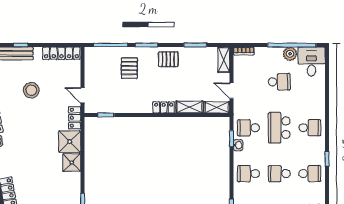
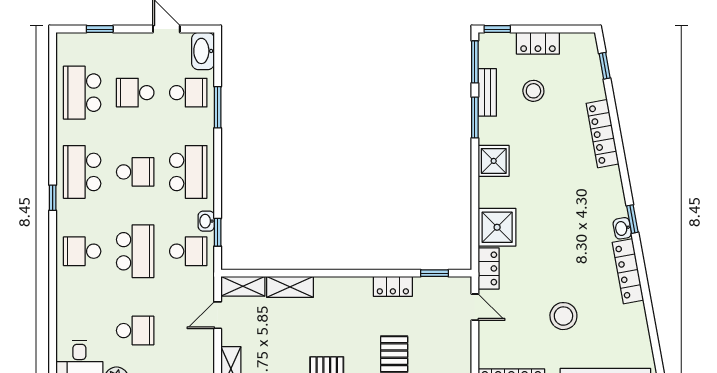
school desk: (279, 82) -> (135, 331), turned 180
door: (231, 91) -> (218, 315), swing flipped
locker: (164, 107) -> (393, 286), moved
shower: (72, 162) -> (494, 161), moved
school desk: (248, 174) -> (188, 172), width x1.85
school desk: (310, 174) -> (82, 172), width x1.85

